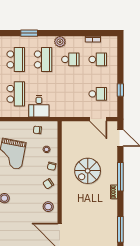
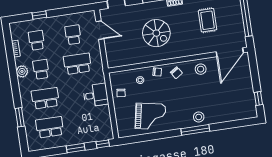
plant: (60, 42) -> (22, 71), moved
window: (120, 90) -> (39, 15), moved
school desk: (16, 94) -> (77, 64), moved
door: (98, 119) -> (100, 30), hinge flipped
rug: (92, 220) -> (207, 20), added

